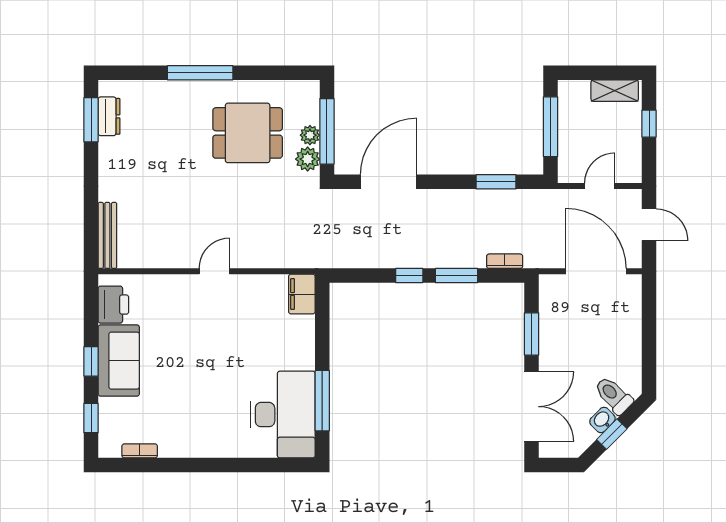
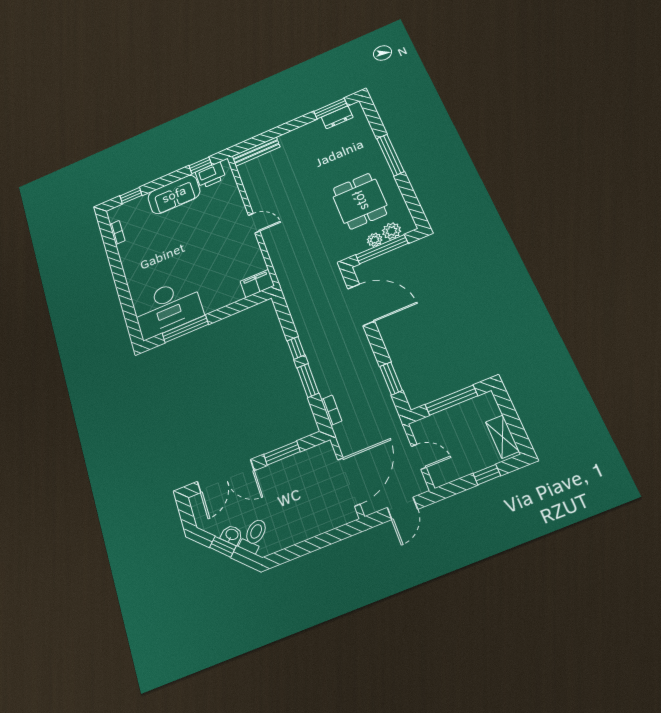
plant: (308, 159) -> (392, 231), moved
window: (91, 361) -> (200, 165), moved

